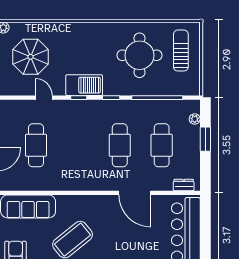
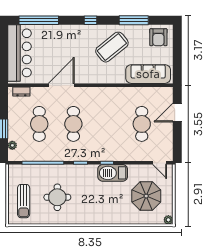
round table: (139, 55) -> (57, 197), width x0.73, depth x0.73
barbecue: (84, 85) -> (113, 173), moved
door: (44, 98) -> (160, 163), moved
door: (135, 193) -> (61, 85), hinge flipped

